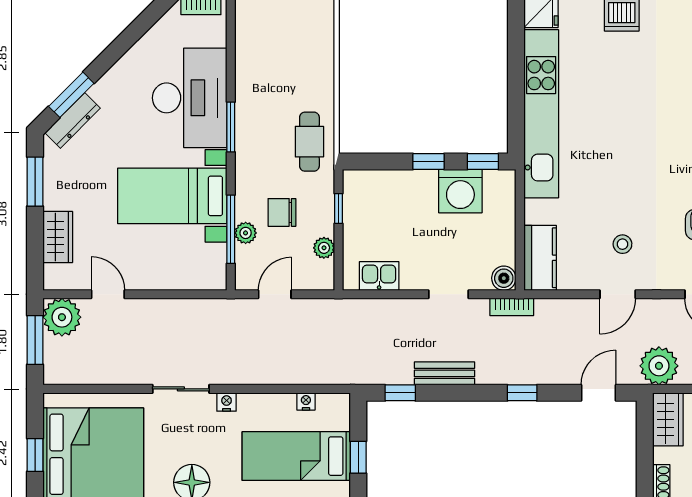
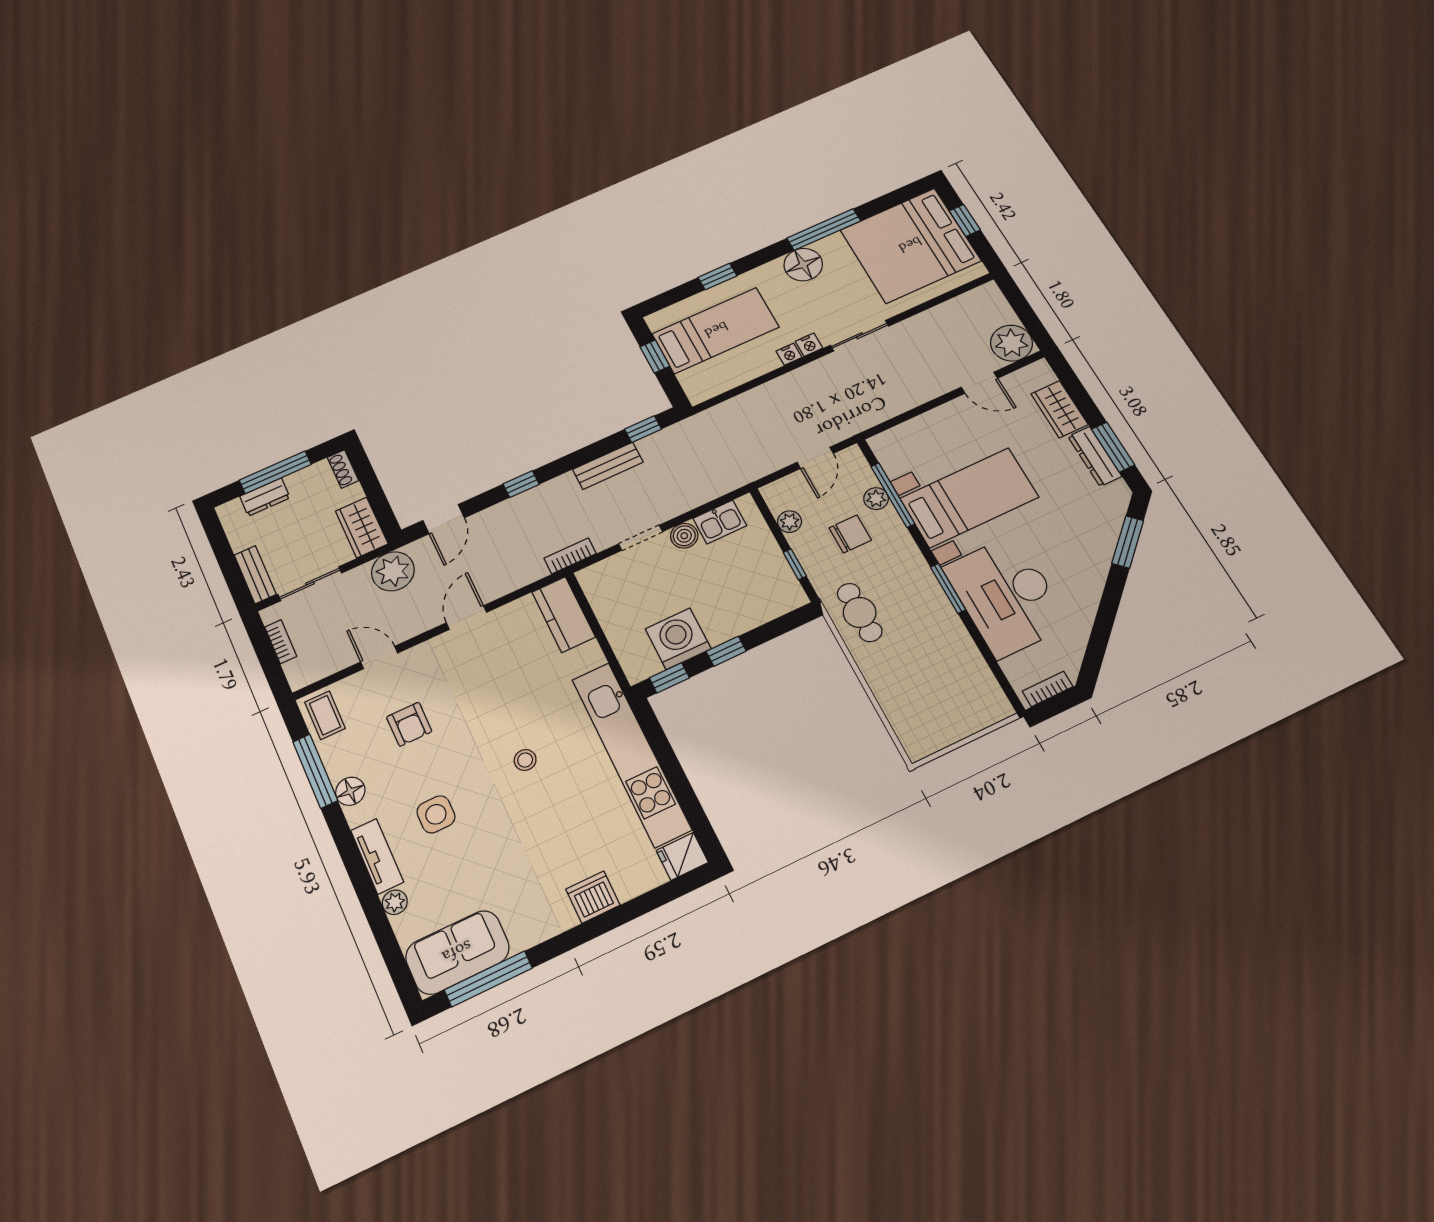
dresser: (73, 120) -> (1095, 456), moved, turned -45
stool: (622, 244) -> (525, 760), moved
boiler: (504, 278) -> (684, 536), moved
window: (35, 340) -> (1025, 312), removed
nightstand: (306, 401) -> (789, 354), moved

